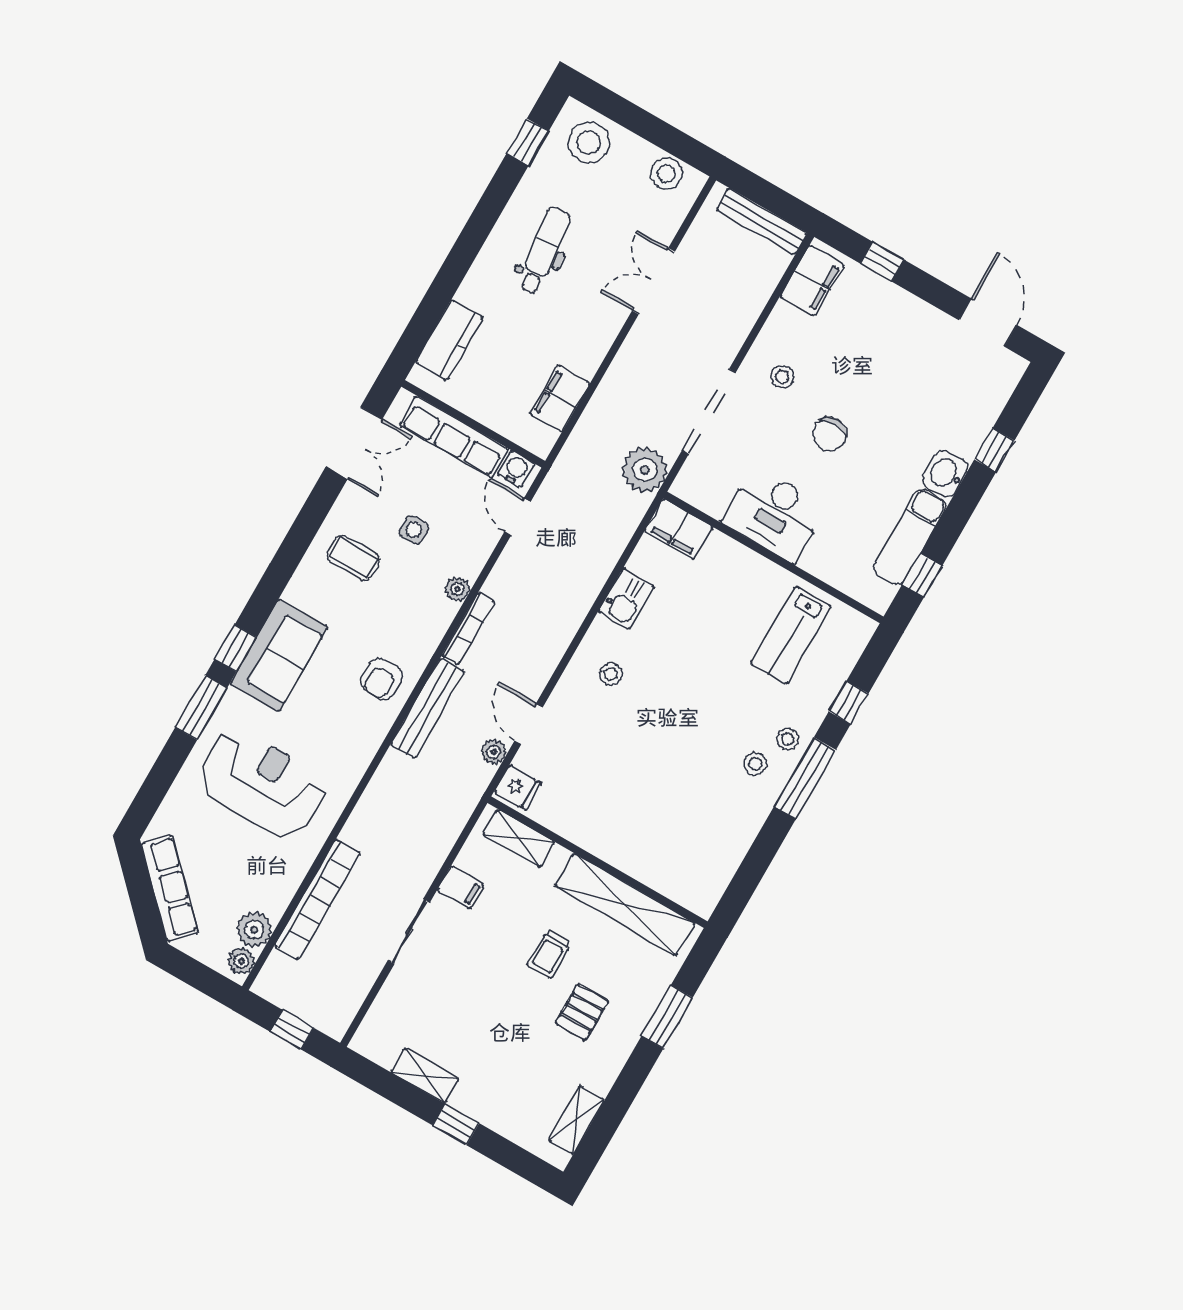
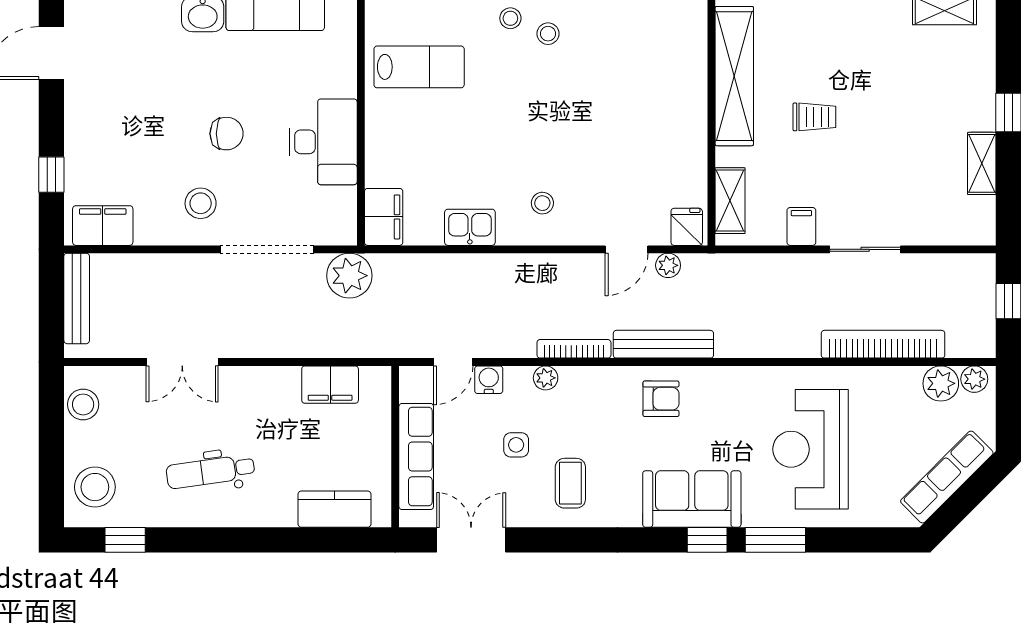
stool: (782, 377) -> (201, 203), width x1.37, depth x1.37
water cooler: (516, 469) -> (489, 380), moved, turned 90
pallet: (582, 1012) -> (849, 60), removed

